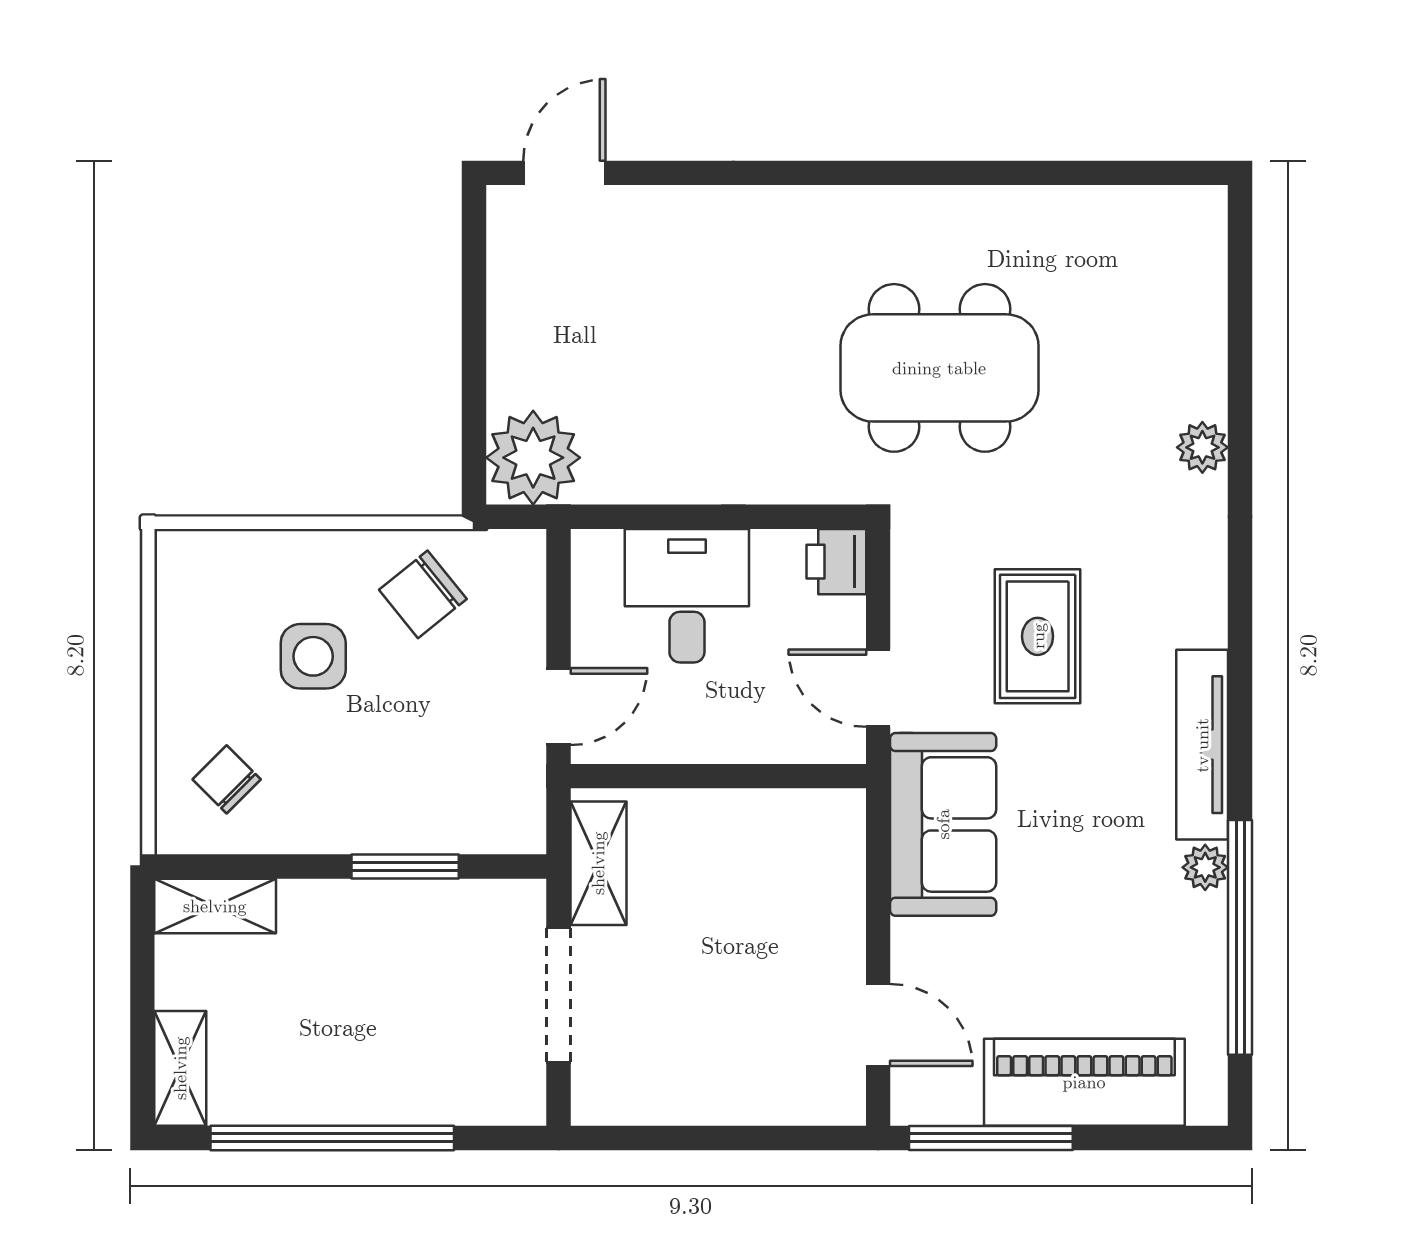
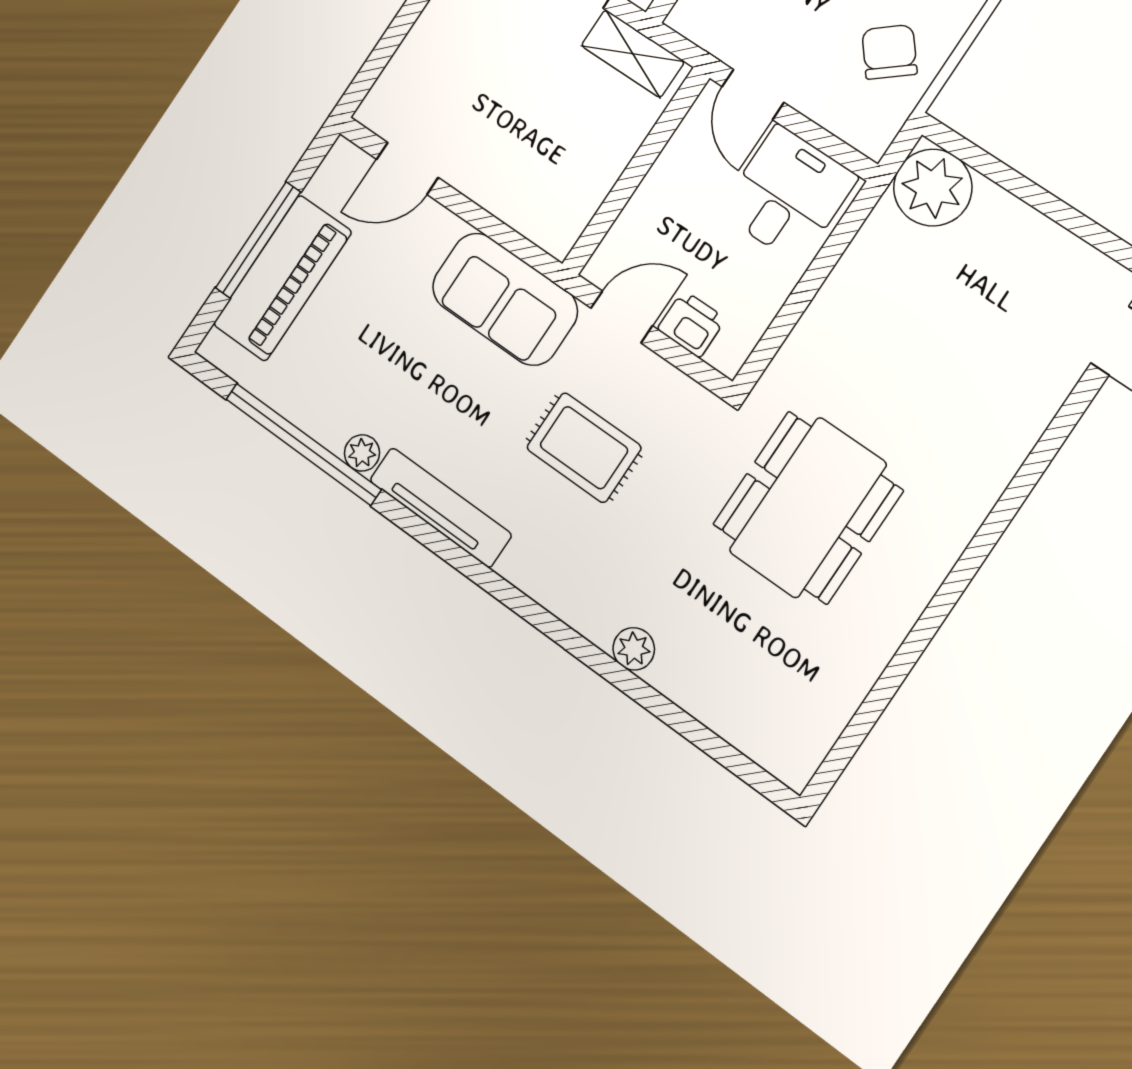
printer: (836, 562) -> (691, 324), moved
desk: (687, 596) -> (788, 194), moved, turned -90
window: (991, 1138) -> (258, 240), moved

